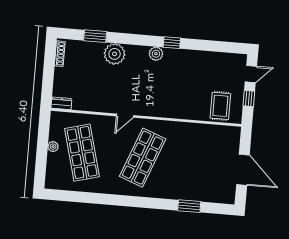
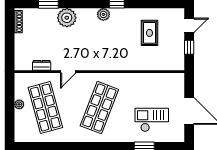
dresser: (61, 103) -> (42, 65), moved
rug: (220, 106) -> (149, 33), moved
door: (125, 116) -> (68, 72), moved
checkout: (200, 176) -> (152, 120), added

